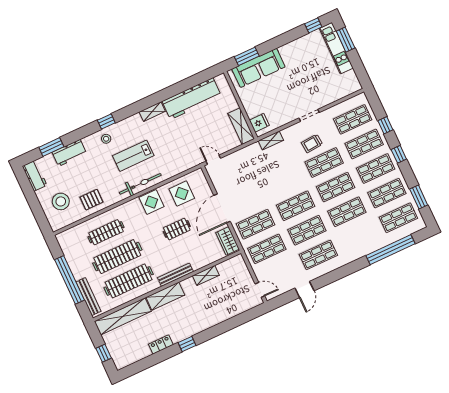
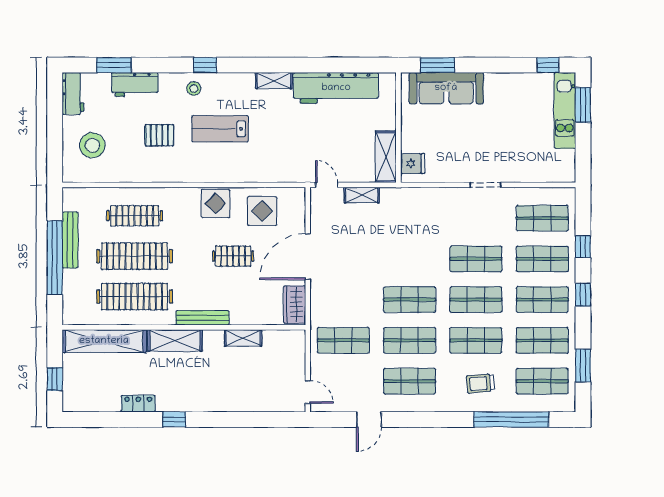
shelving: (271, 140) -> (362, 195), moved
trolley: (312, 143) -> (480, 383), moved
bicycle: (140, 184) -> (212, 172), removed
pallet: (91, 200) -> (159, 135), moved
shop shelf: (256, 224) -> (343, 300), removed
bench: (89, 297) -> (70, 240), moved

